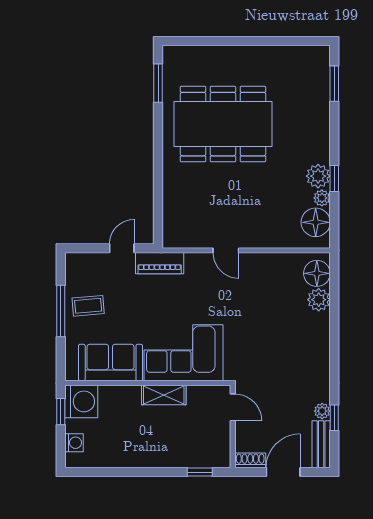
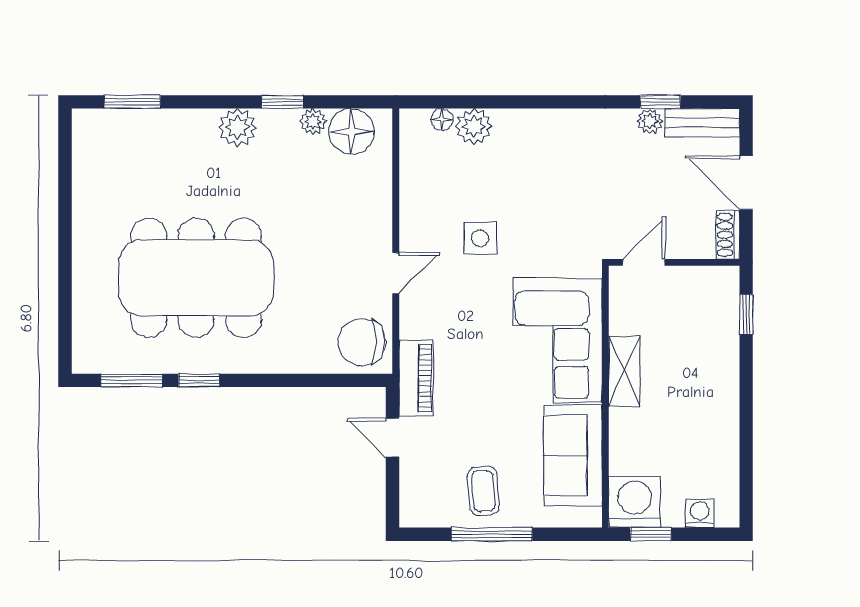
dining table: (223, 124) -> (196, 278), turned 90
window: (158, 126) -> (199, 380), added
plant: (318, 176) -> (237, 127), moved
chair: (182, 229) -> (362, 342), added
floor lamp: (317, 273) -> (442, 120), width x0.53, depth x0.53
side table: (248, 304) -> (480, 238), added

